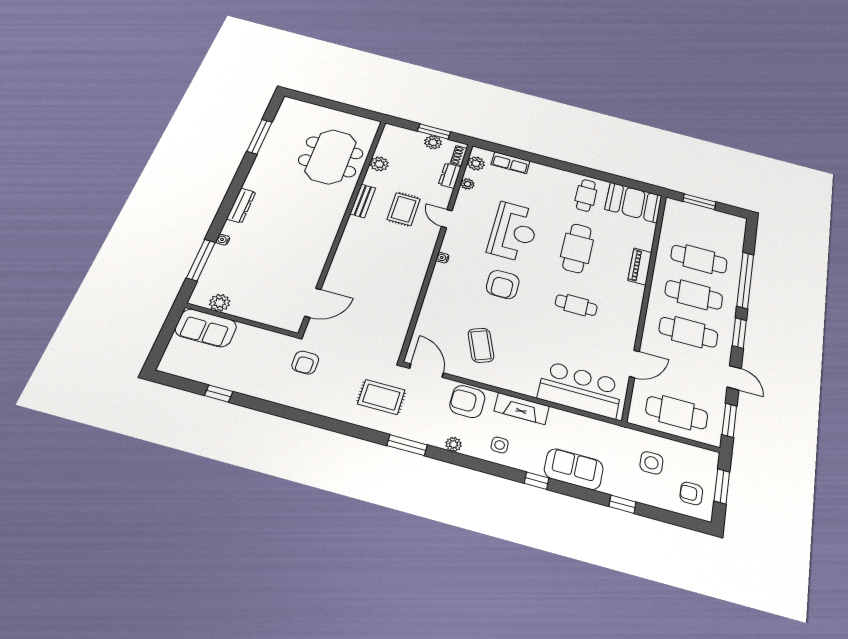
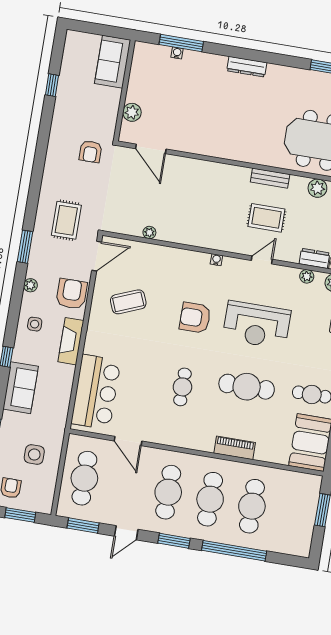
water cooler: (223, 240) -> (177, 53), moved
plant: (220, 303) -> (132, 112), moved
plant: (406, 315) -> (149, 232), added
armchair: (305, 363) -> (90, 152), turned -90

